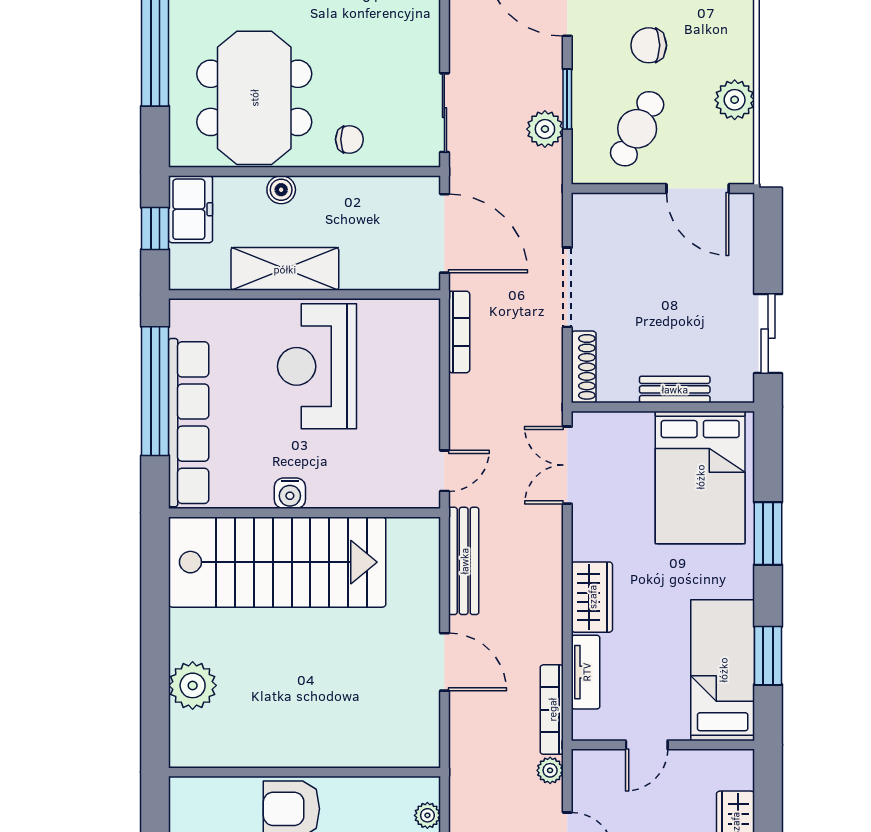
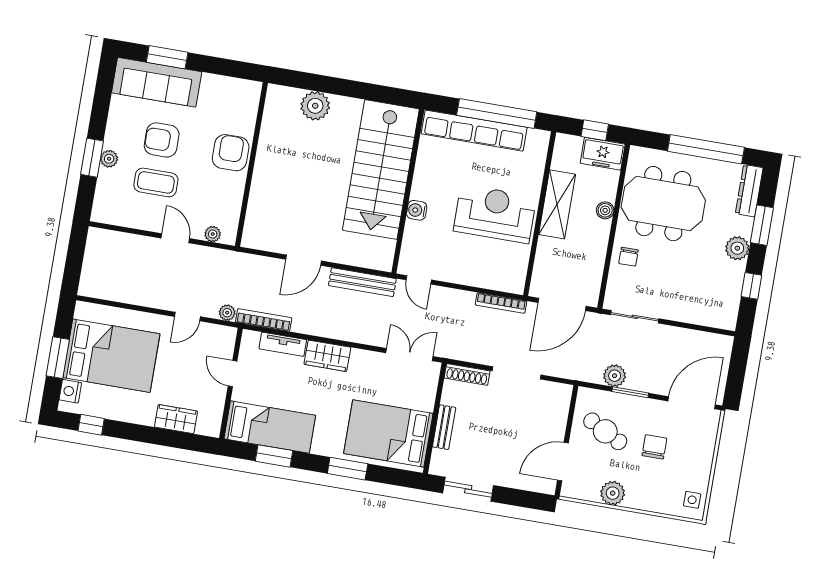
water cooler: (290, 493) -> (417, 210), moved

